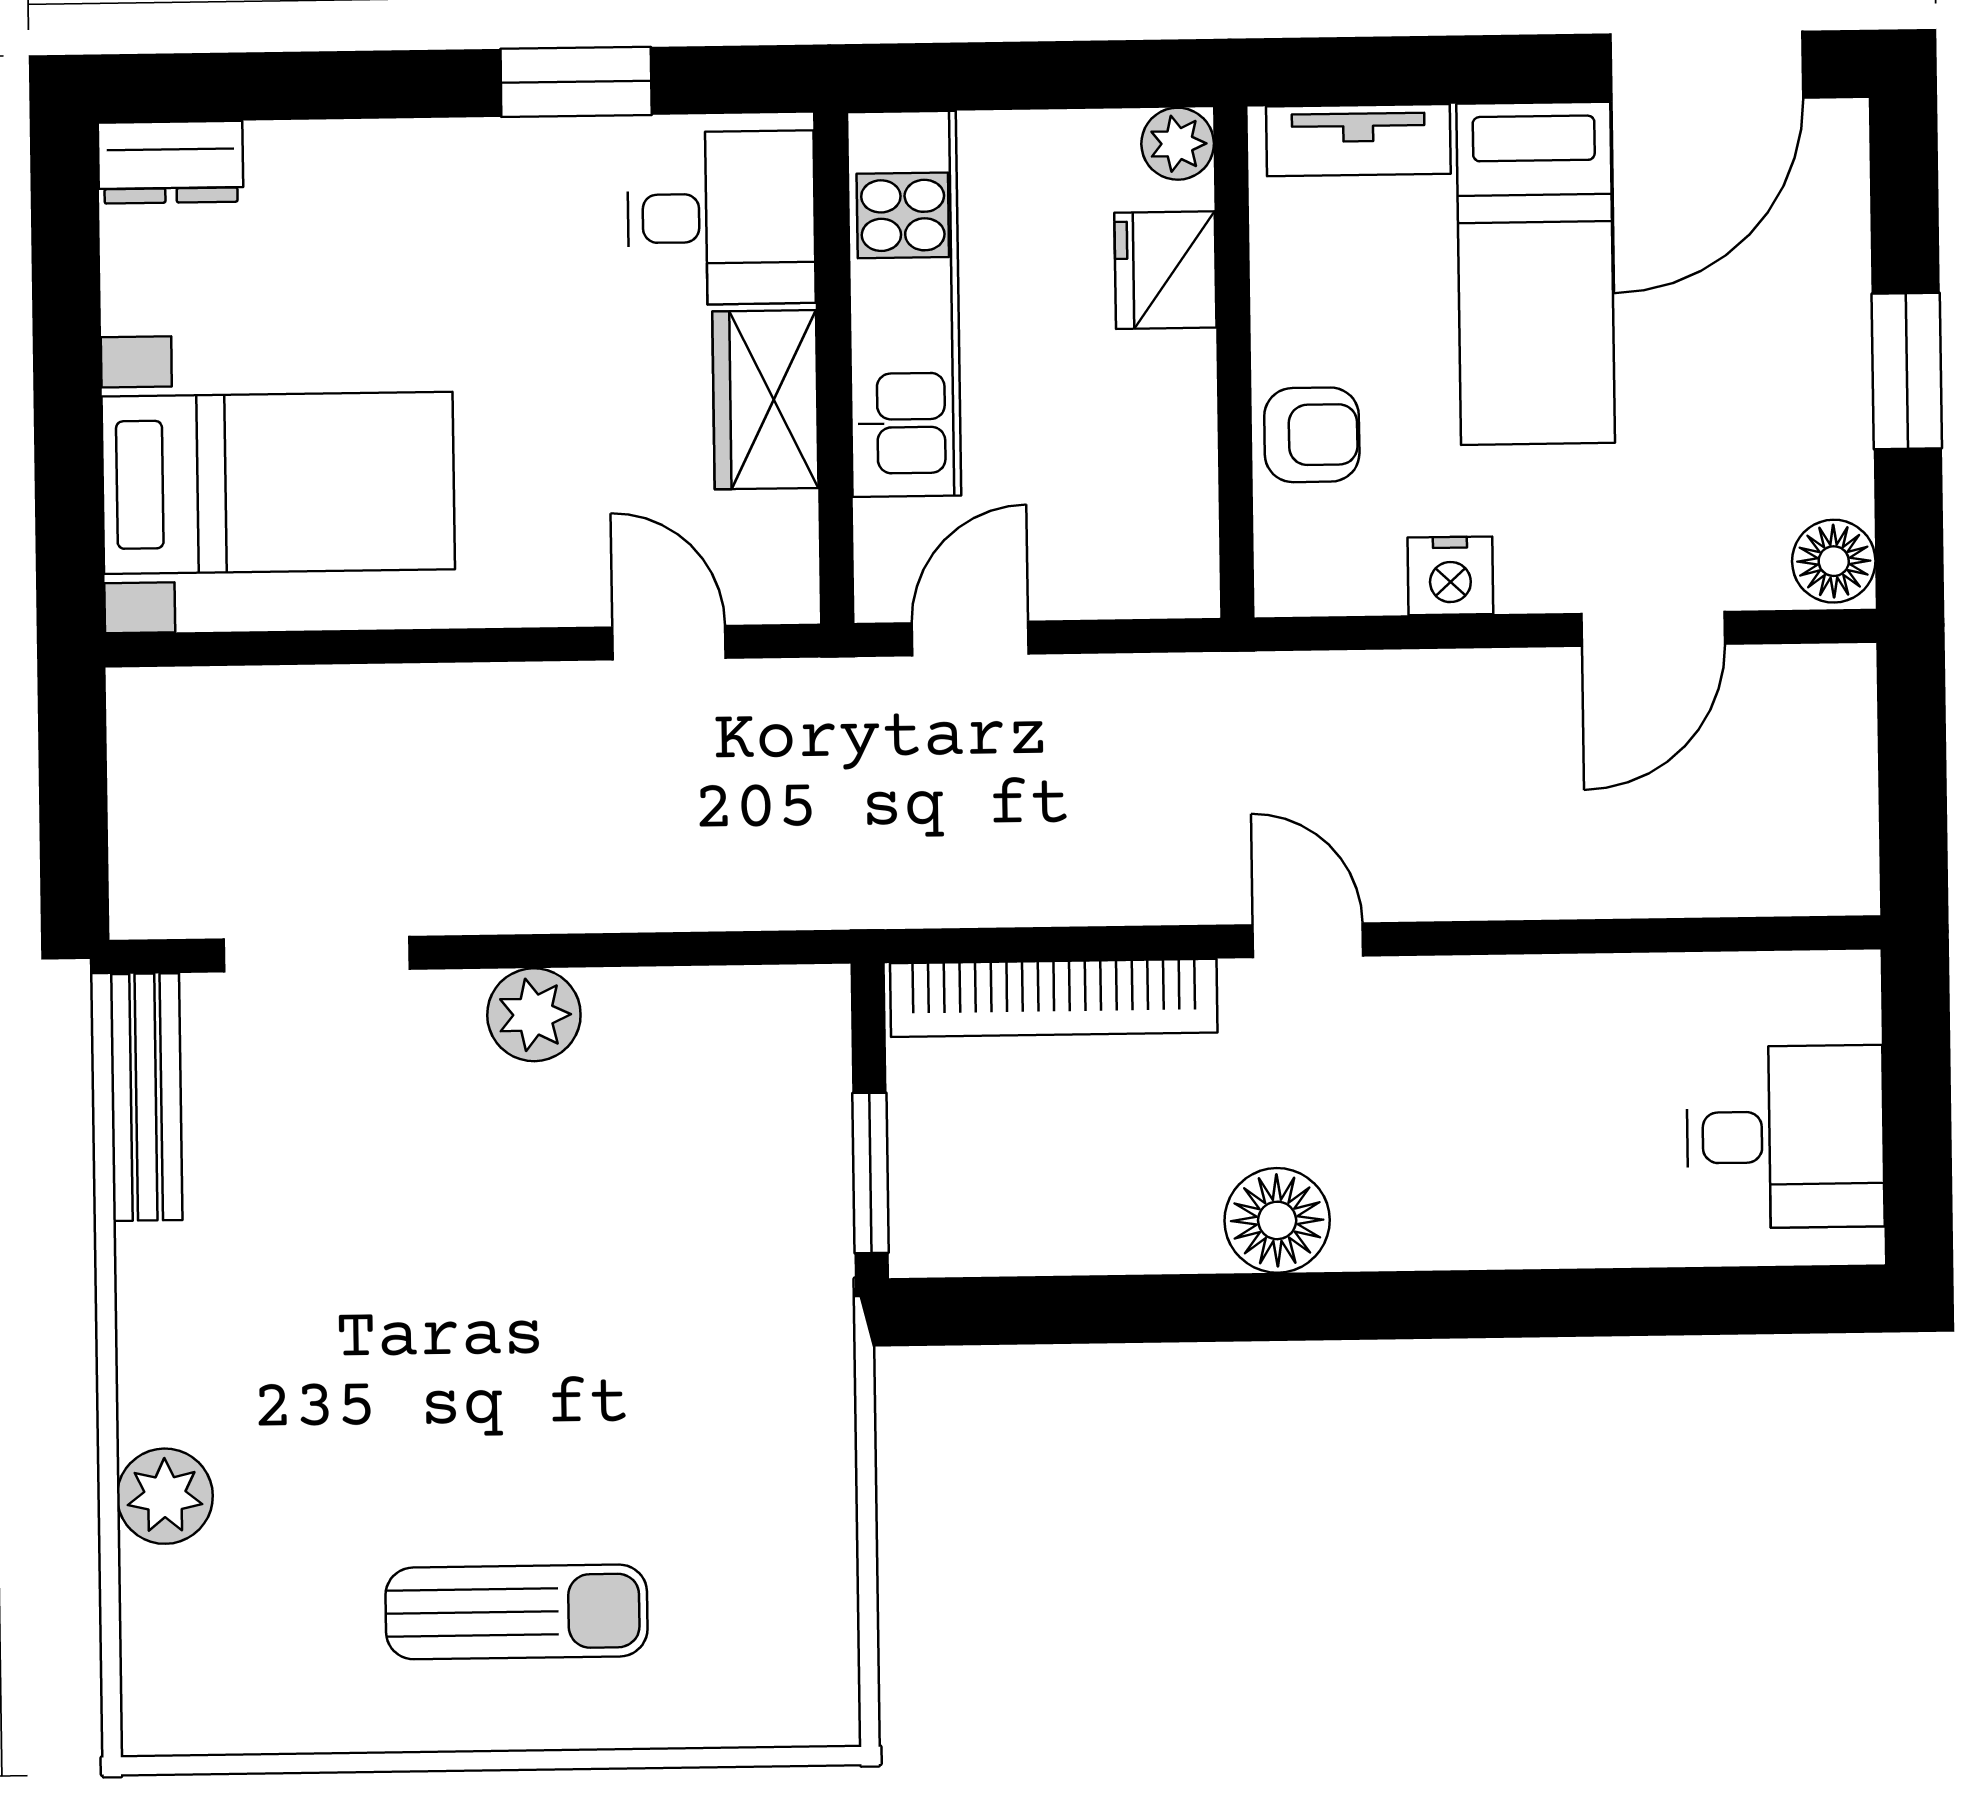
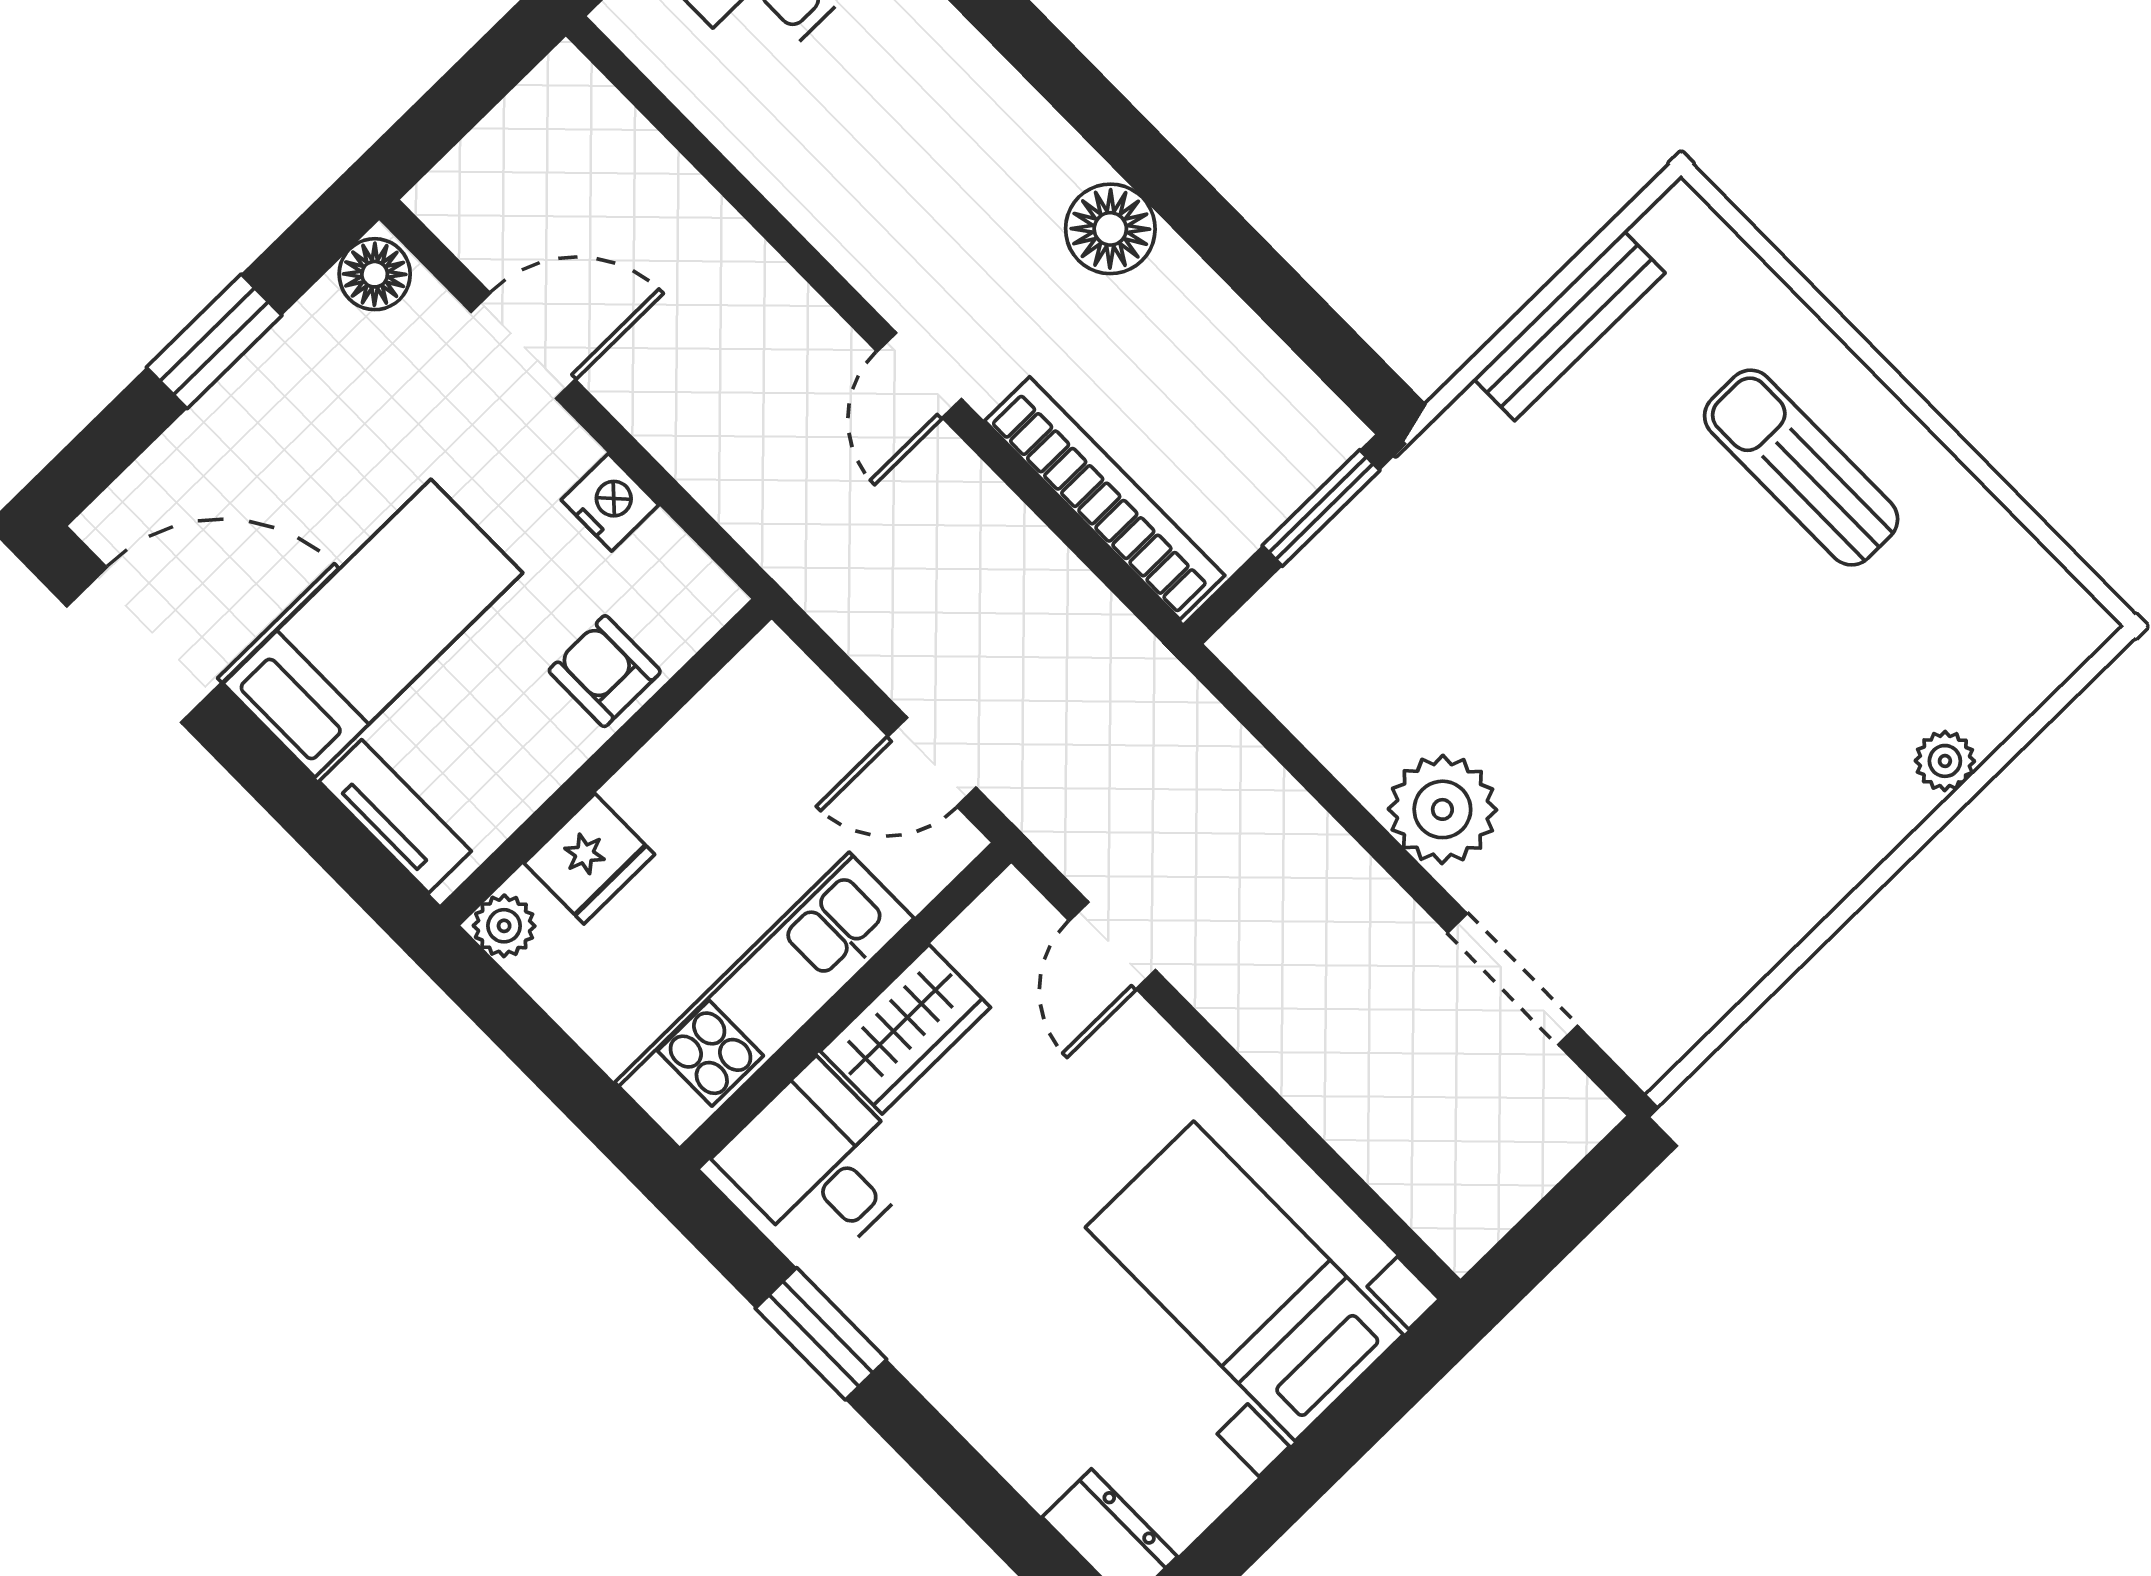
plant: (534, 1015) -> (1442, 809), width x1.36, depth x1.36
bench: (146, 1097) -> (1569, 326), moved
plant: (165, 1496) -> (1945, 761), width x0.73, depth x0.73

